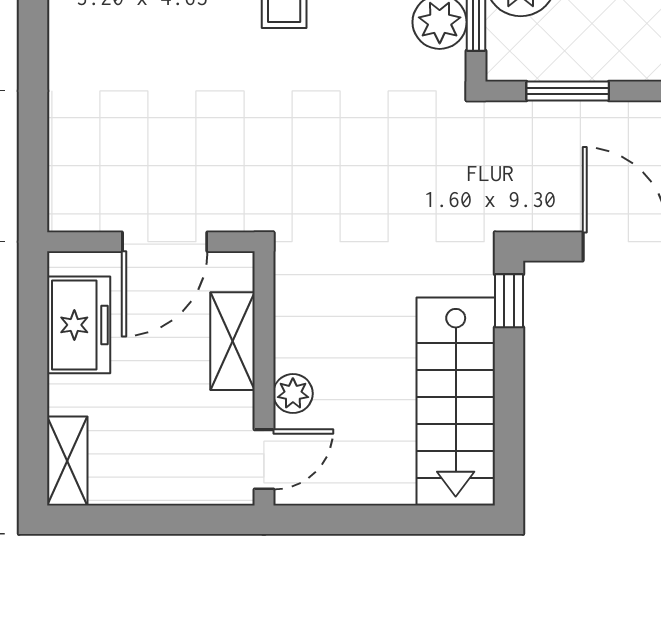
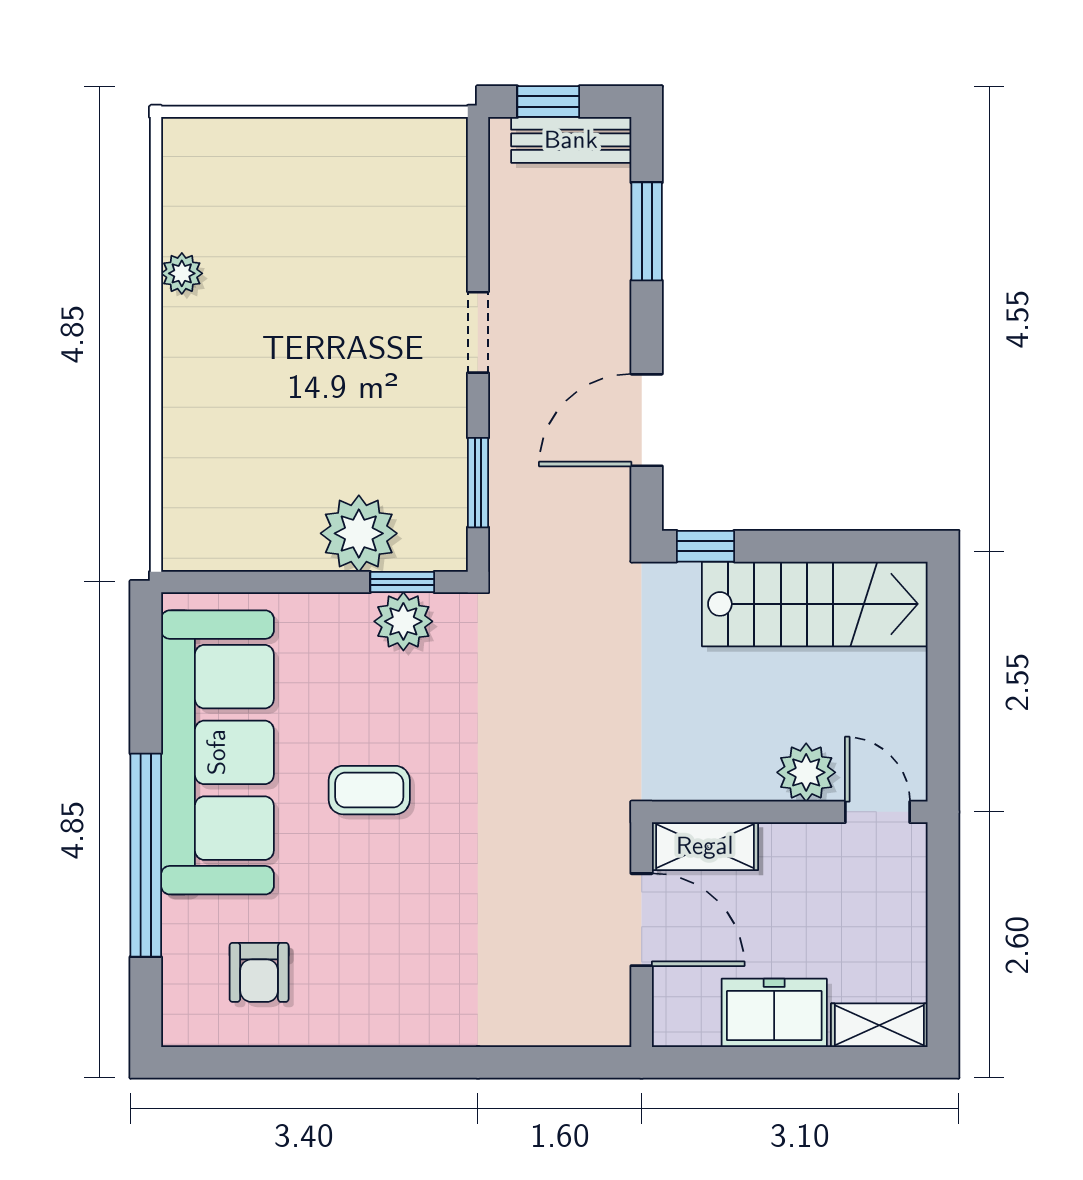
freezer: (79, 325) -> (774, 1013), moved
shelving: (232, 341) -> (705, 846), moved
plant: (293, 394) -> (806, 772), width x1.38, depth x1.38

